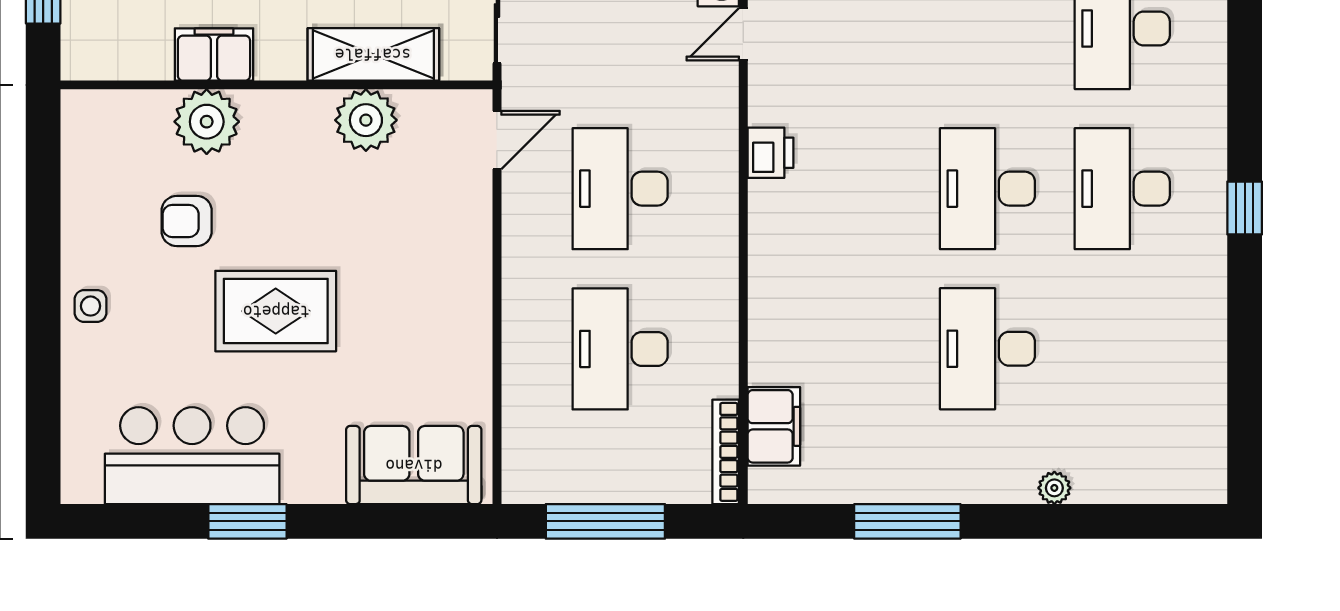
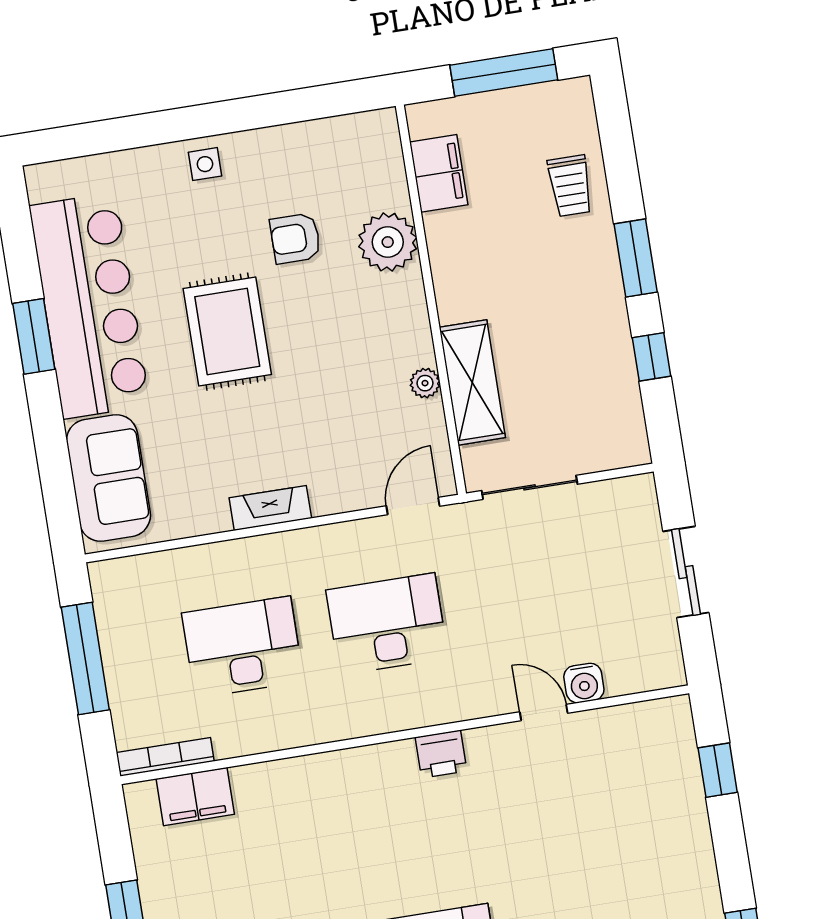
filing cabinet: (214, 54) -> (439, 173), moved
plant: (366, 120) -> (425, 383), width x0.53, depth x0.53
door: (497, 140) -> (413, 506), swing flipped
armchair: (187, 221) -> (295, 238), turned -90
fireplace: (474, 295) -> (270, 508), added
bar counter: (192, 456) -> (89, 306), width x1.36

